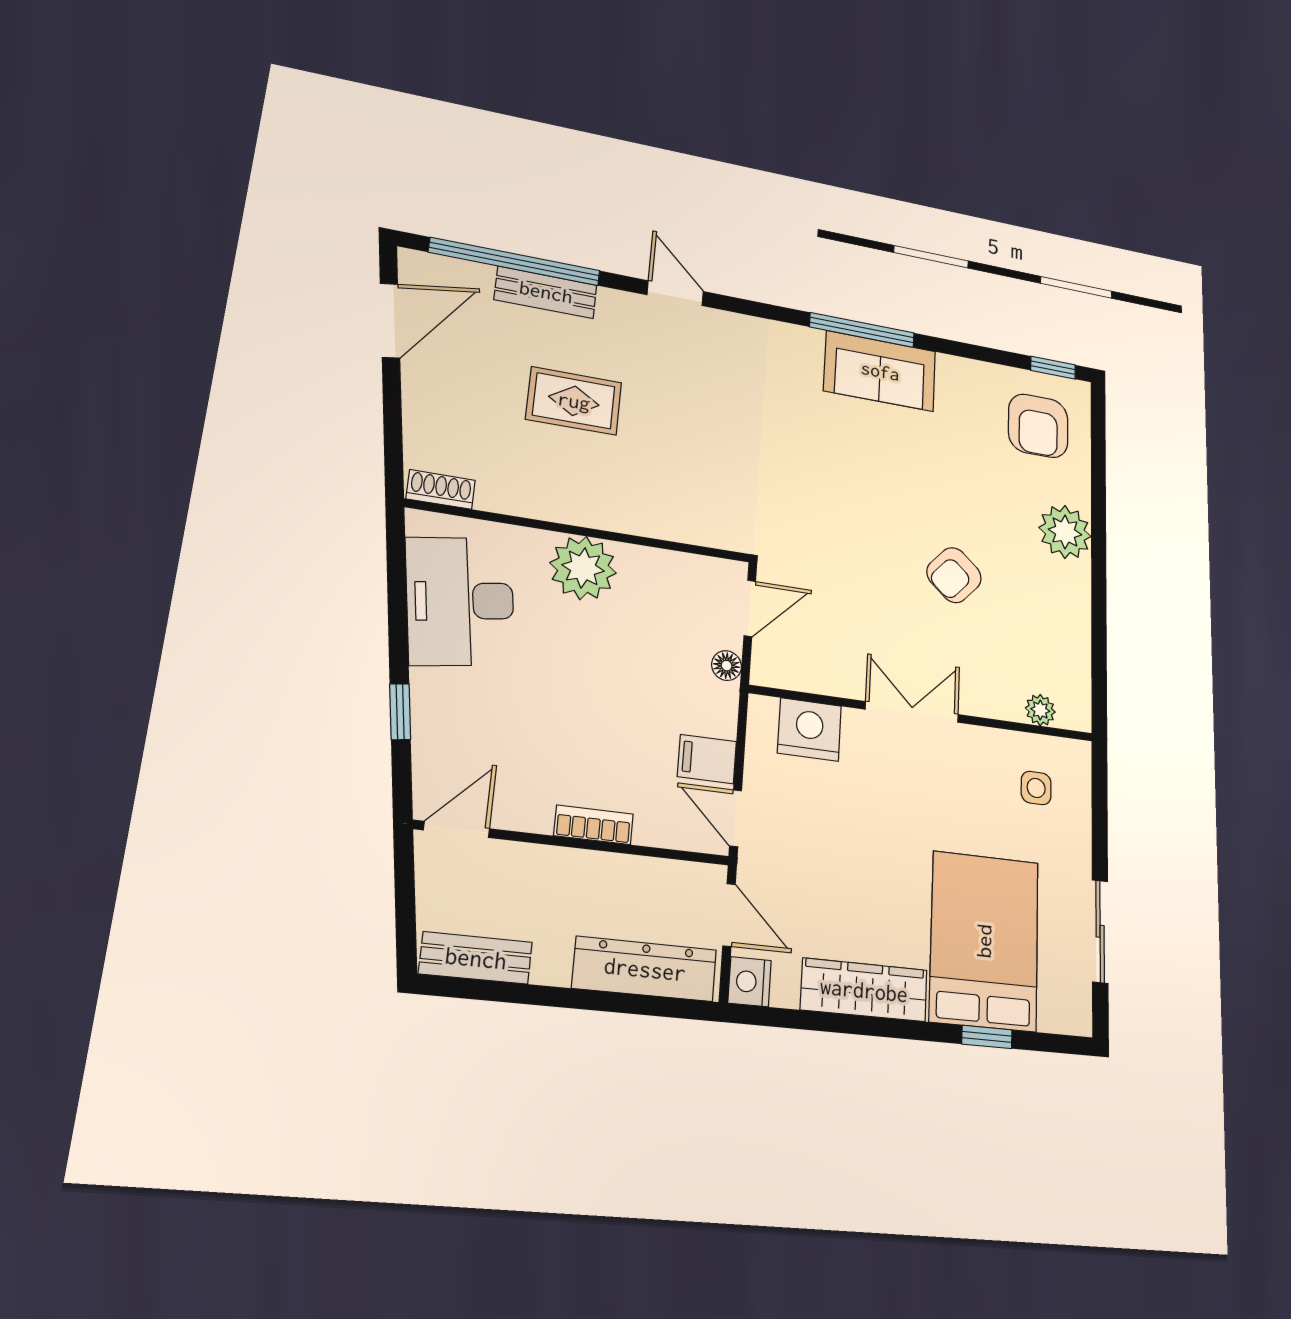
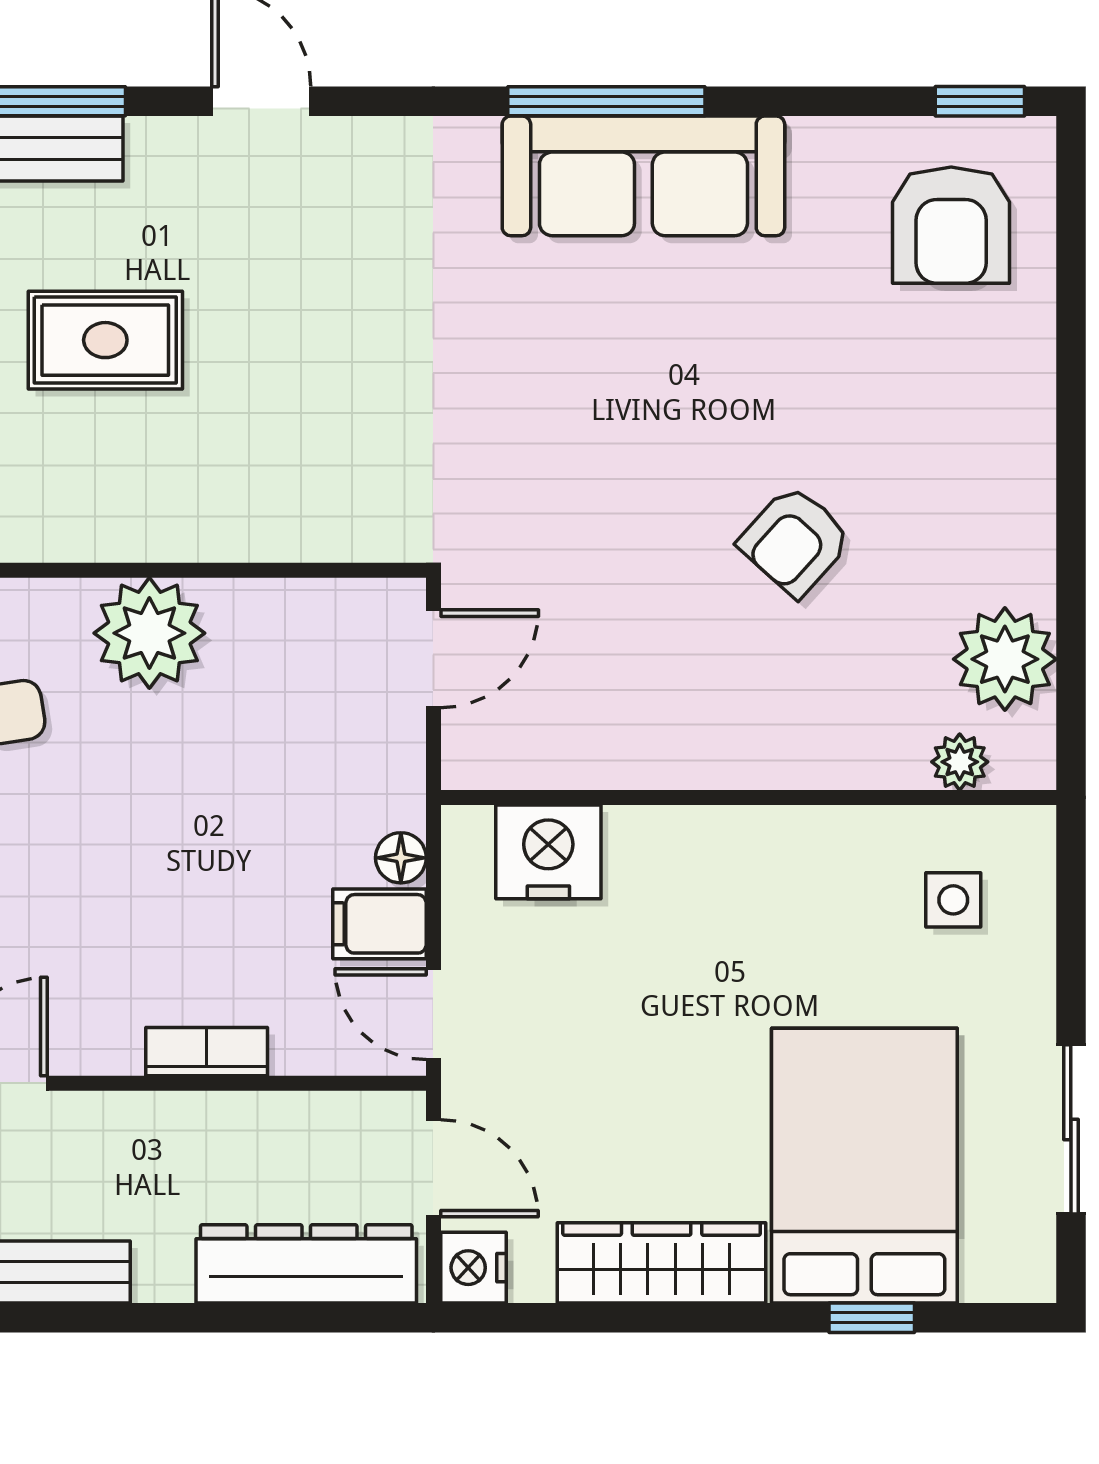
sofa: (880, 371) -> (643, 176), width x1.36
plant: (1065, 532) -> (1005, 659), moved
floor lamp: (727, 666) -> (401, 858), moved
double door: (912, 712) -> (726, 797), removed

